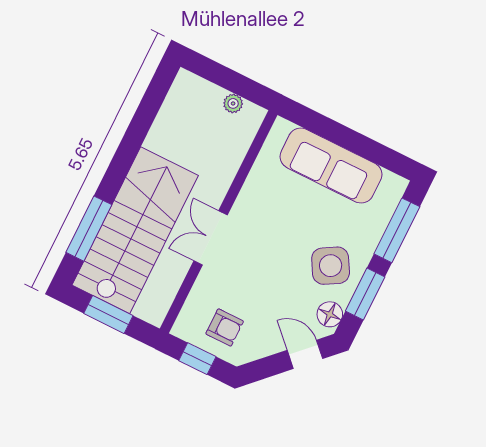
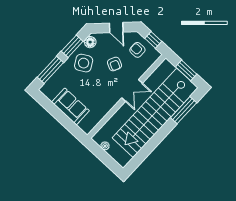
sofa: (331, 166) -> (71, 106), width x0.73
stairs: (135, 230) -> (155, 113), width x1.36
armchair: (265, 283) -> (114, 64), added
door: (305, 354) -> (116, 28), moved

